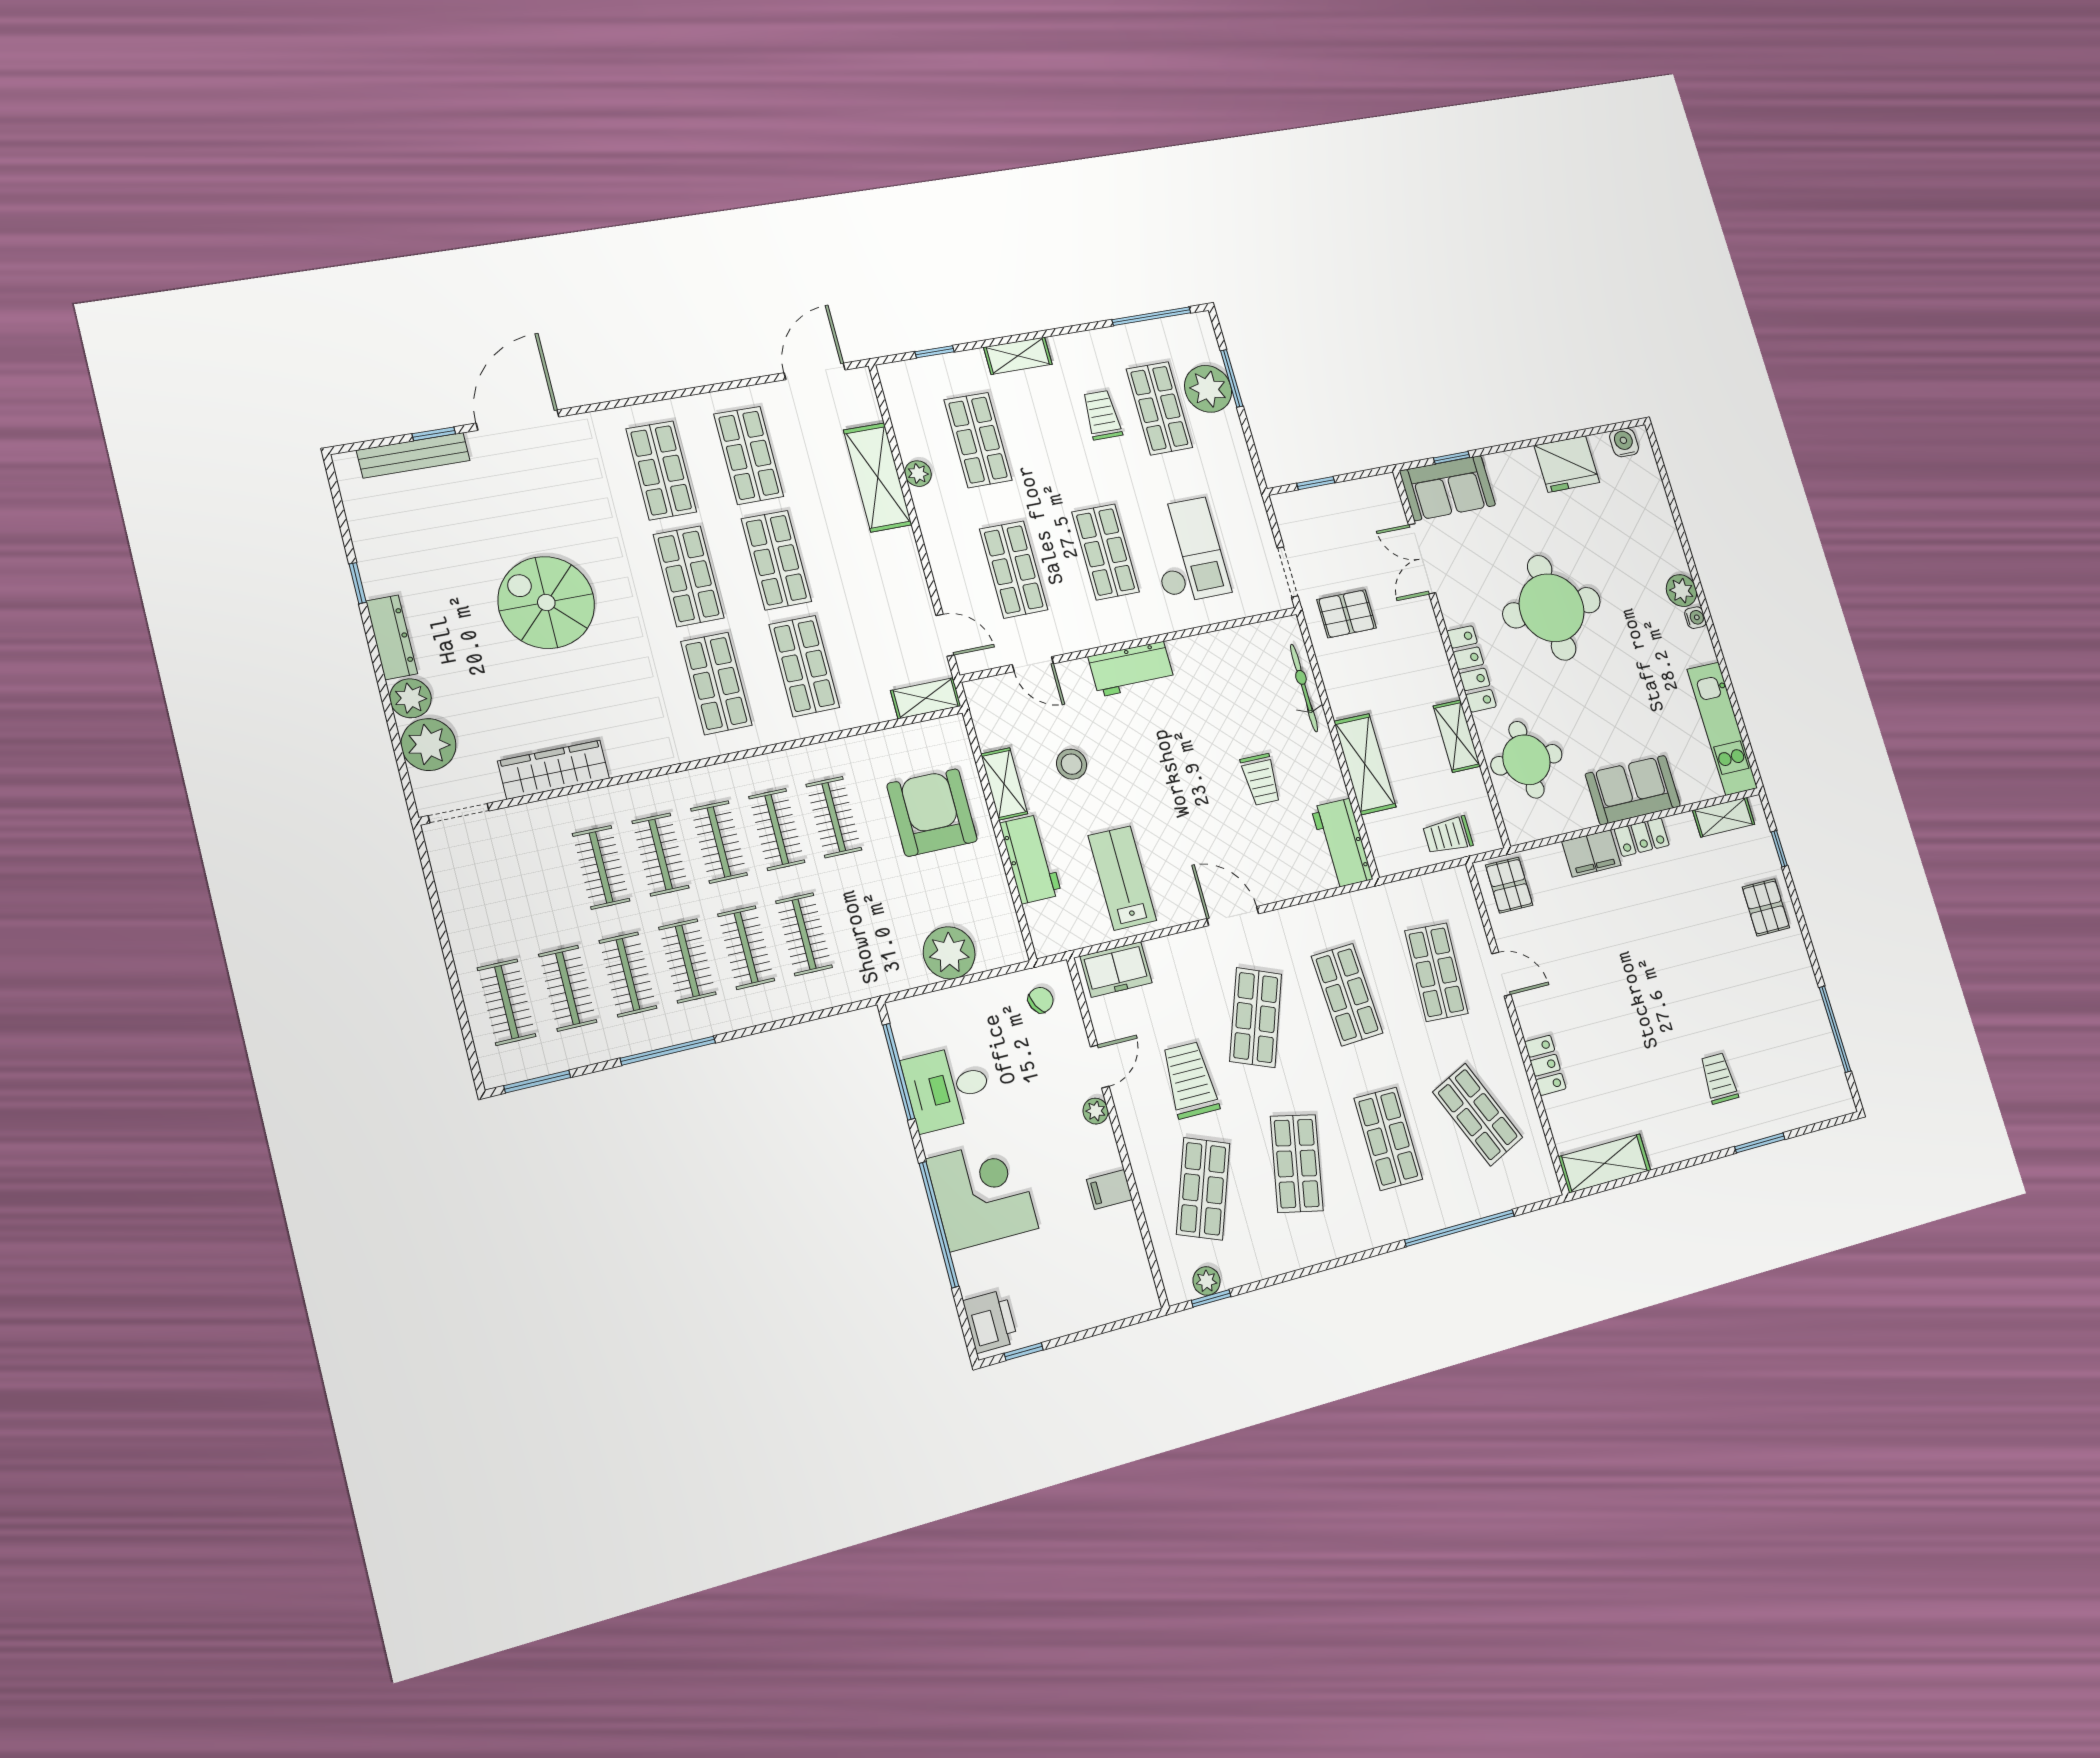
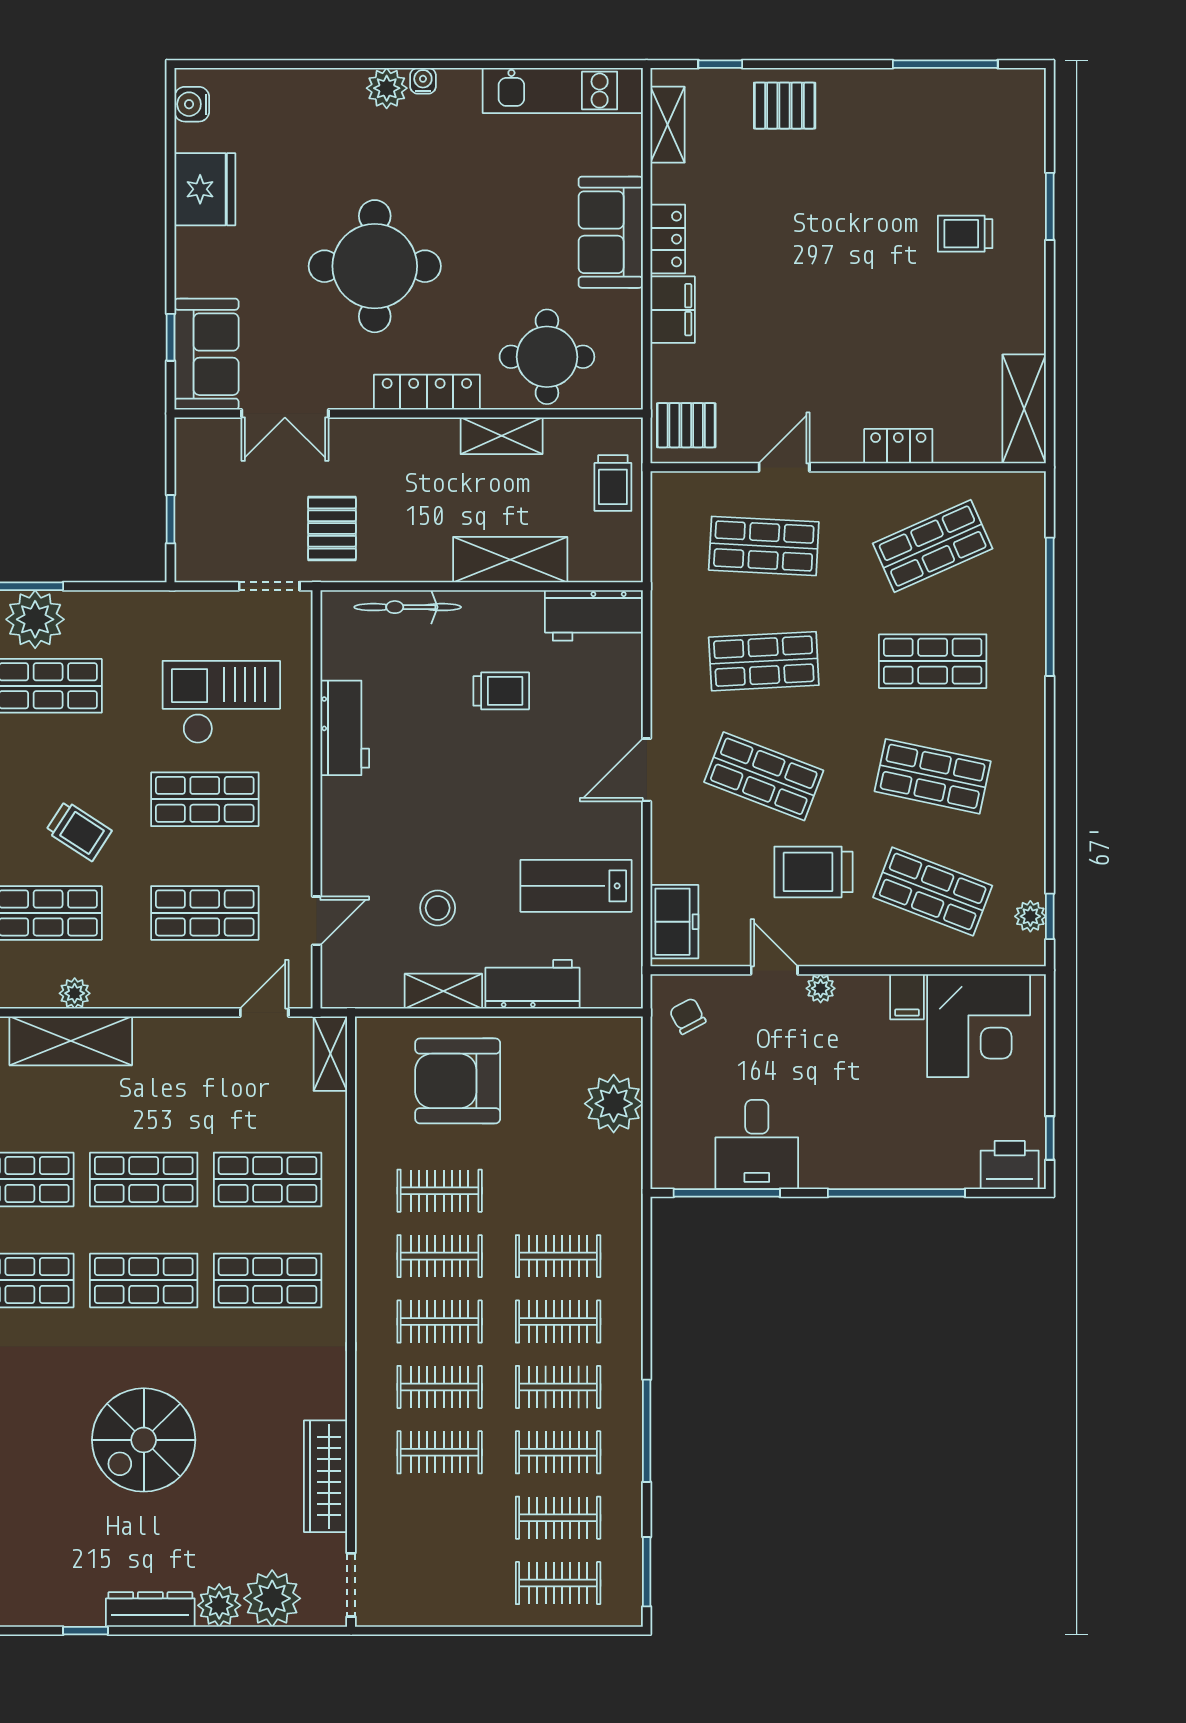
trolley: (1102, 415) -> (79, 831), moved, turned -147
workbench: (1131, 669) -> (345, 728), moved
corner desk: (982, 1194) -> (979, 1026), moved, turned 180

